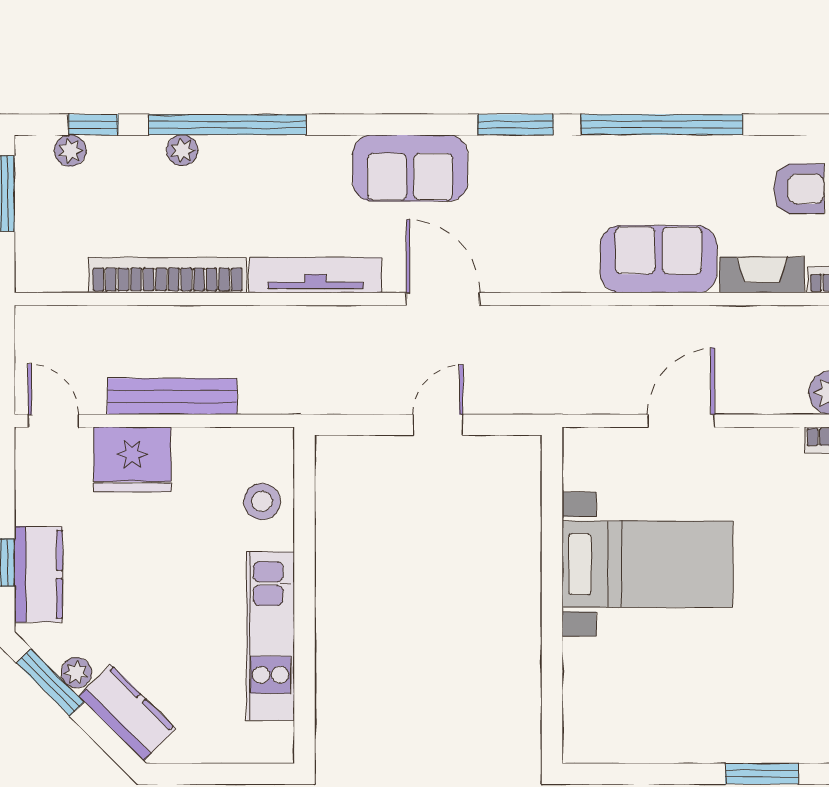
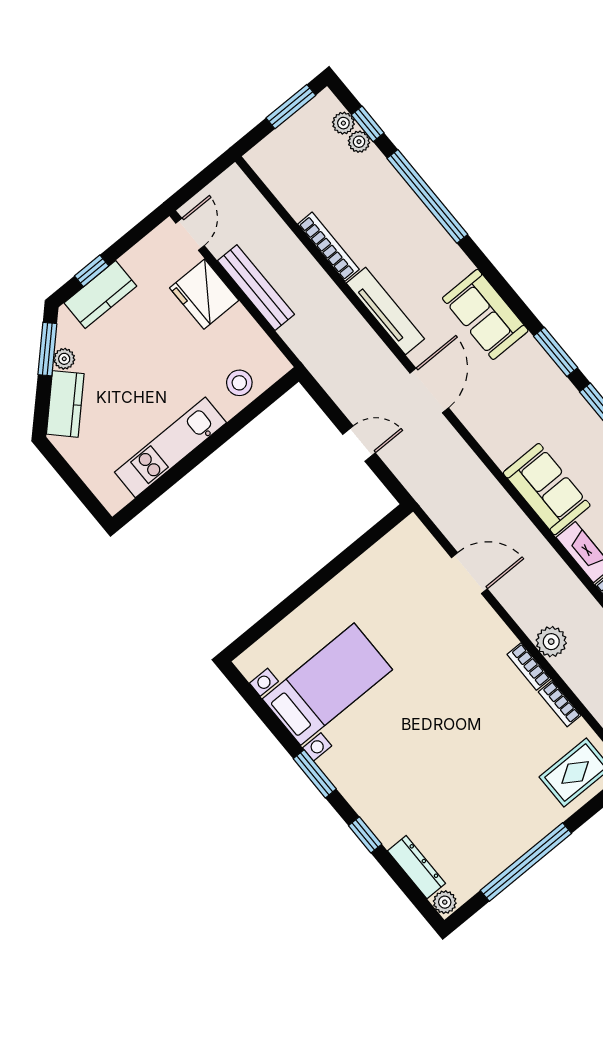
plant: (182, 150) -> (359, 142), moved
bookcase: (167, 275) -> (328, 247), width x0.68, depth x0.76
bed with nightstands: (647, 564) -> (327, 684), moved, turned -90

